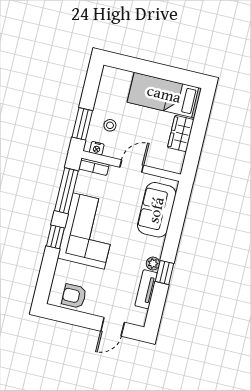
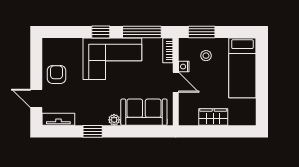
bed: (164, 95) -> (242, 68), moved, turned 180
nightstand: (97, 148) -> (184, 67), moved
plant: (153, 263) -> (114, 120), moved
tv unit: (146, 289) -> (58, 119), moved
armchair: (74, 296) -> (57, 75), moved

